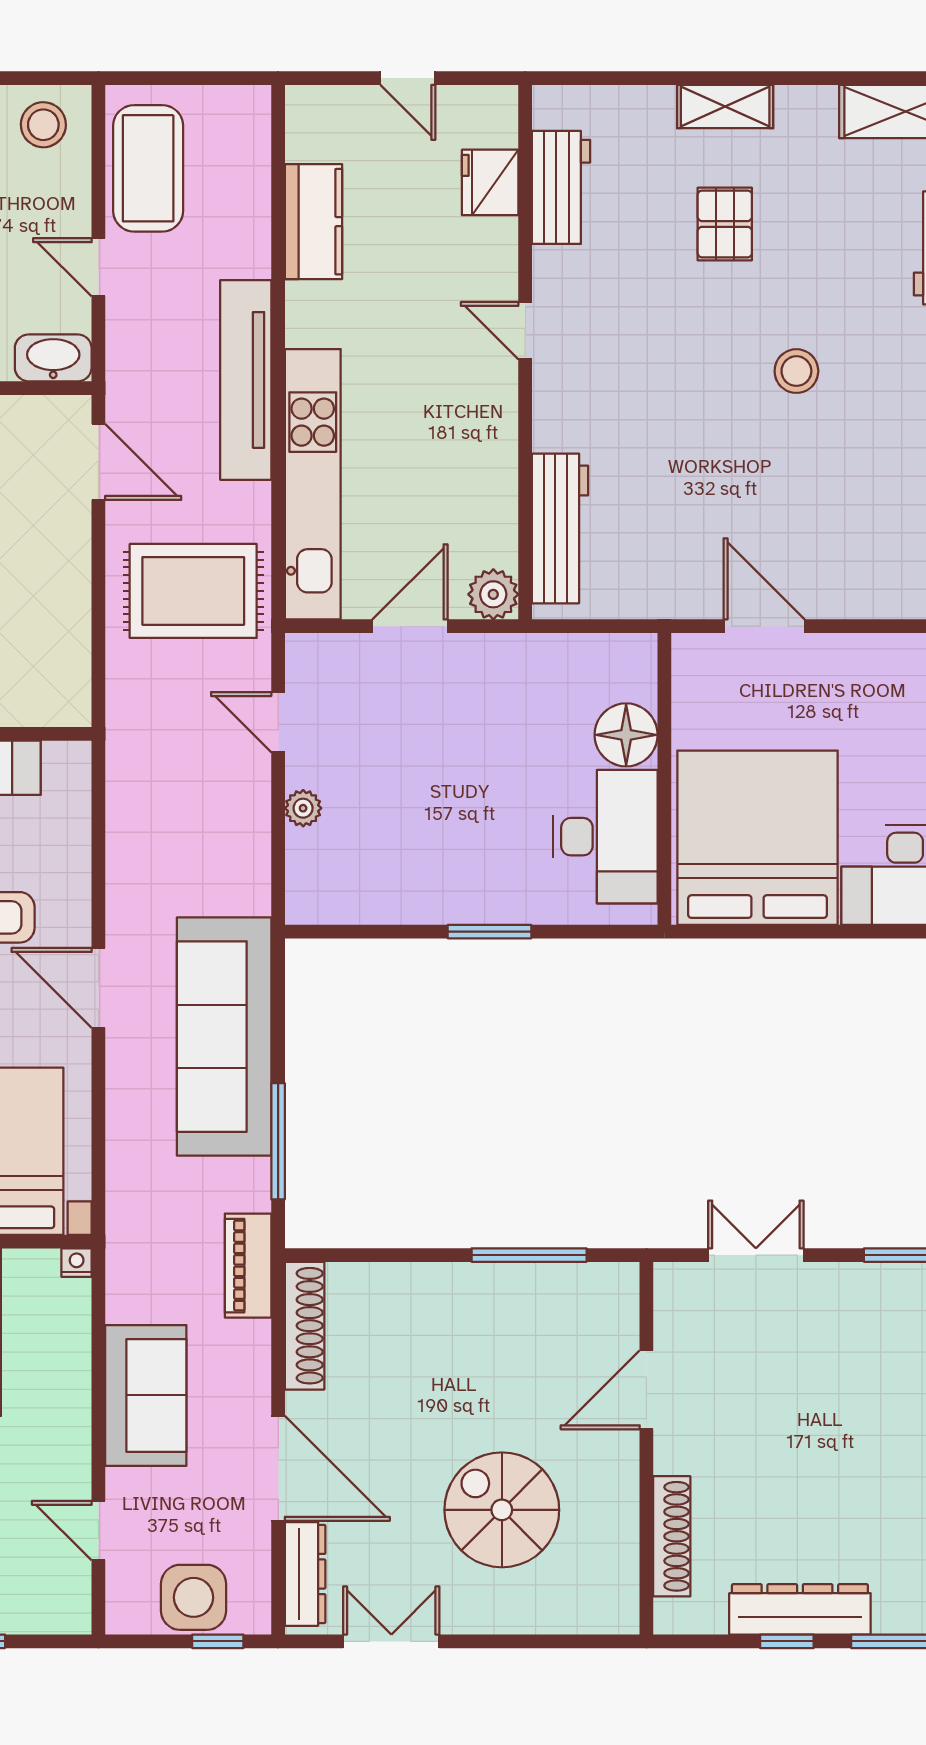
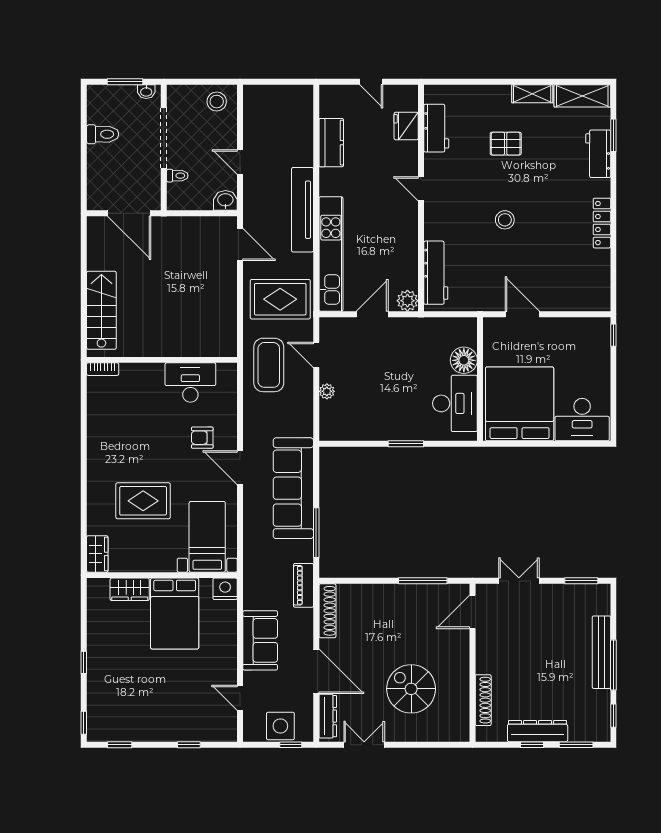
shelving: (725, 107) -> (532, 94), moved
coffee table: (148, 168) -> (269, 365), moved
pallet: (725, 224) -> (506, 144), turned 90
washbasin: (53, 358) -> (225, 200), width x0.72
stool: (796, 371) -> (505, 220), moved
nightstand: (77, 1263) -> (225, 589), width x1.89, depth x1.79
door: (646, 1390) -> (472, 612), moved

